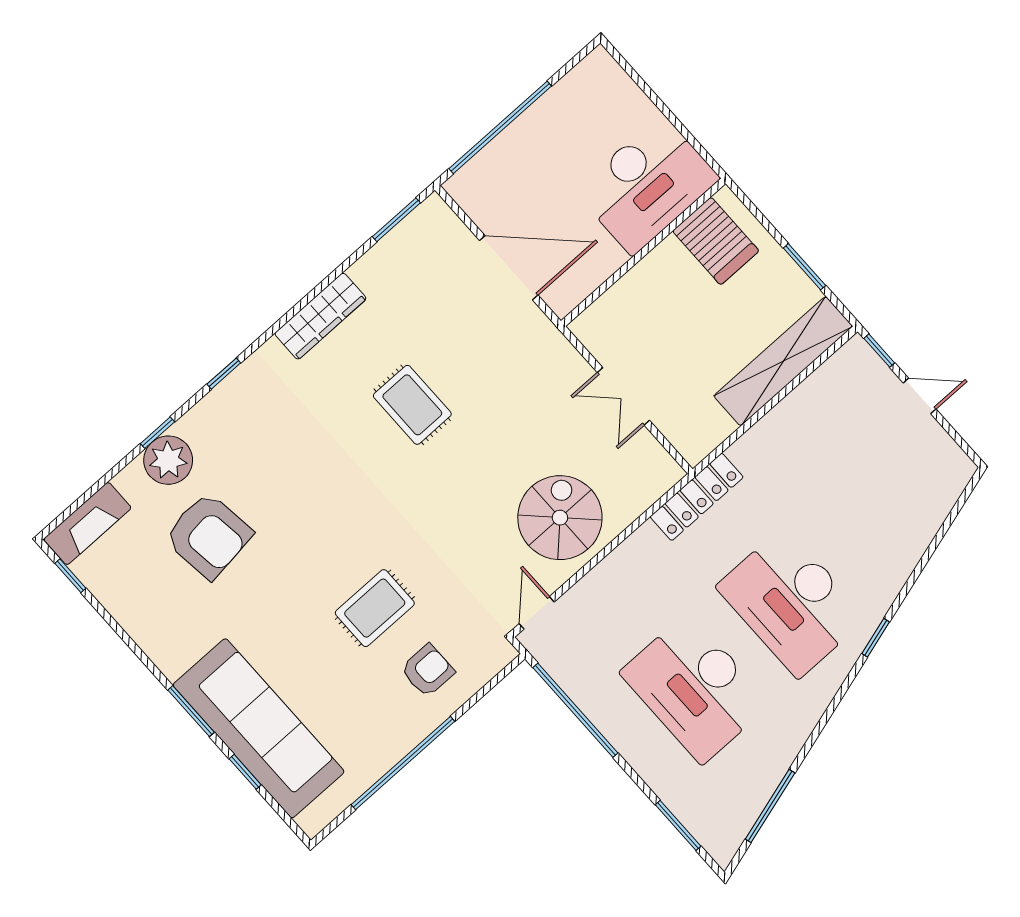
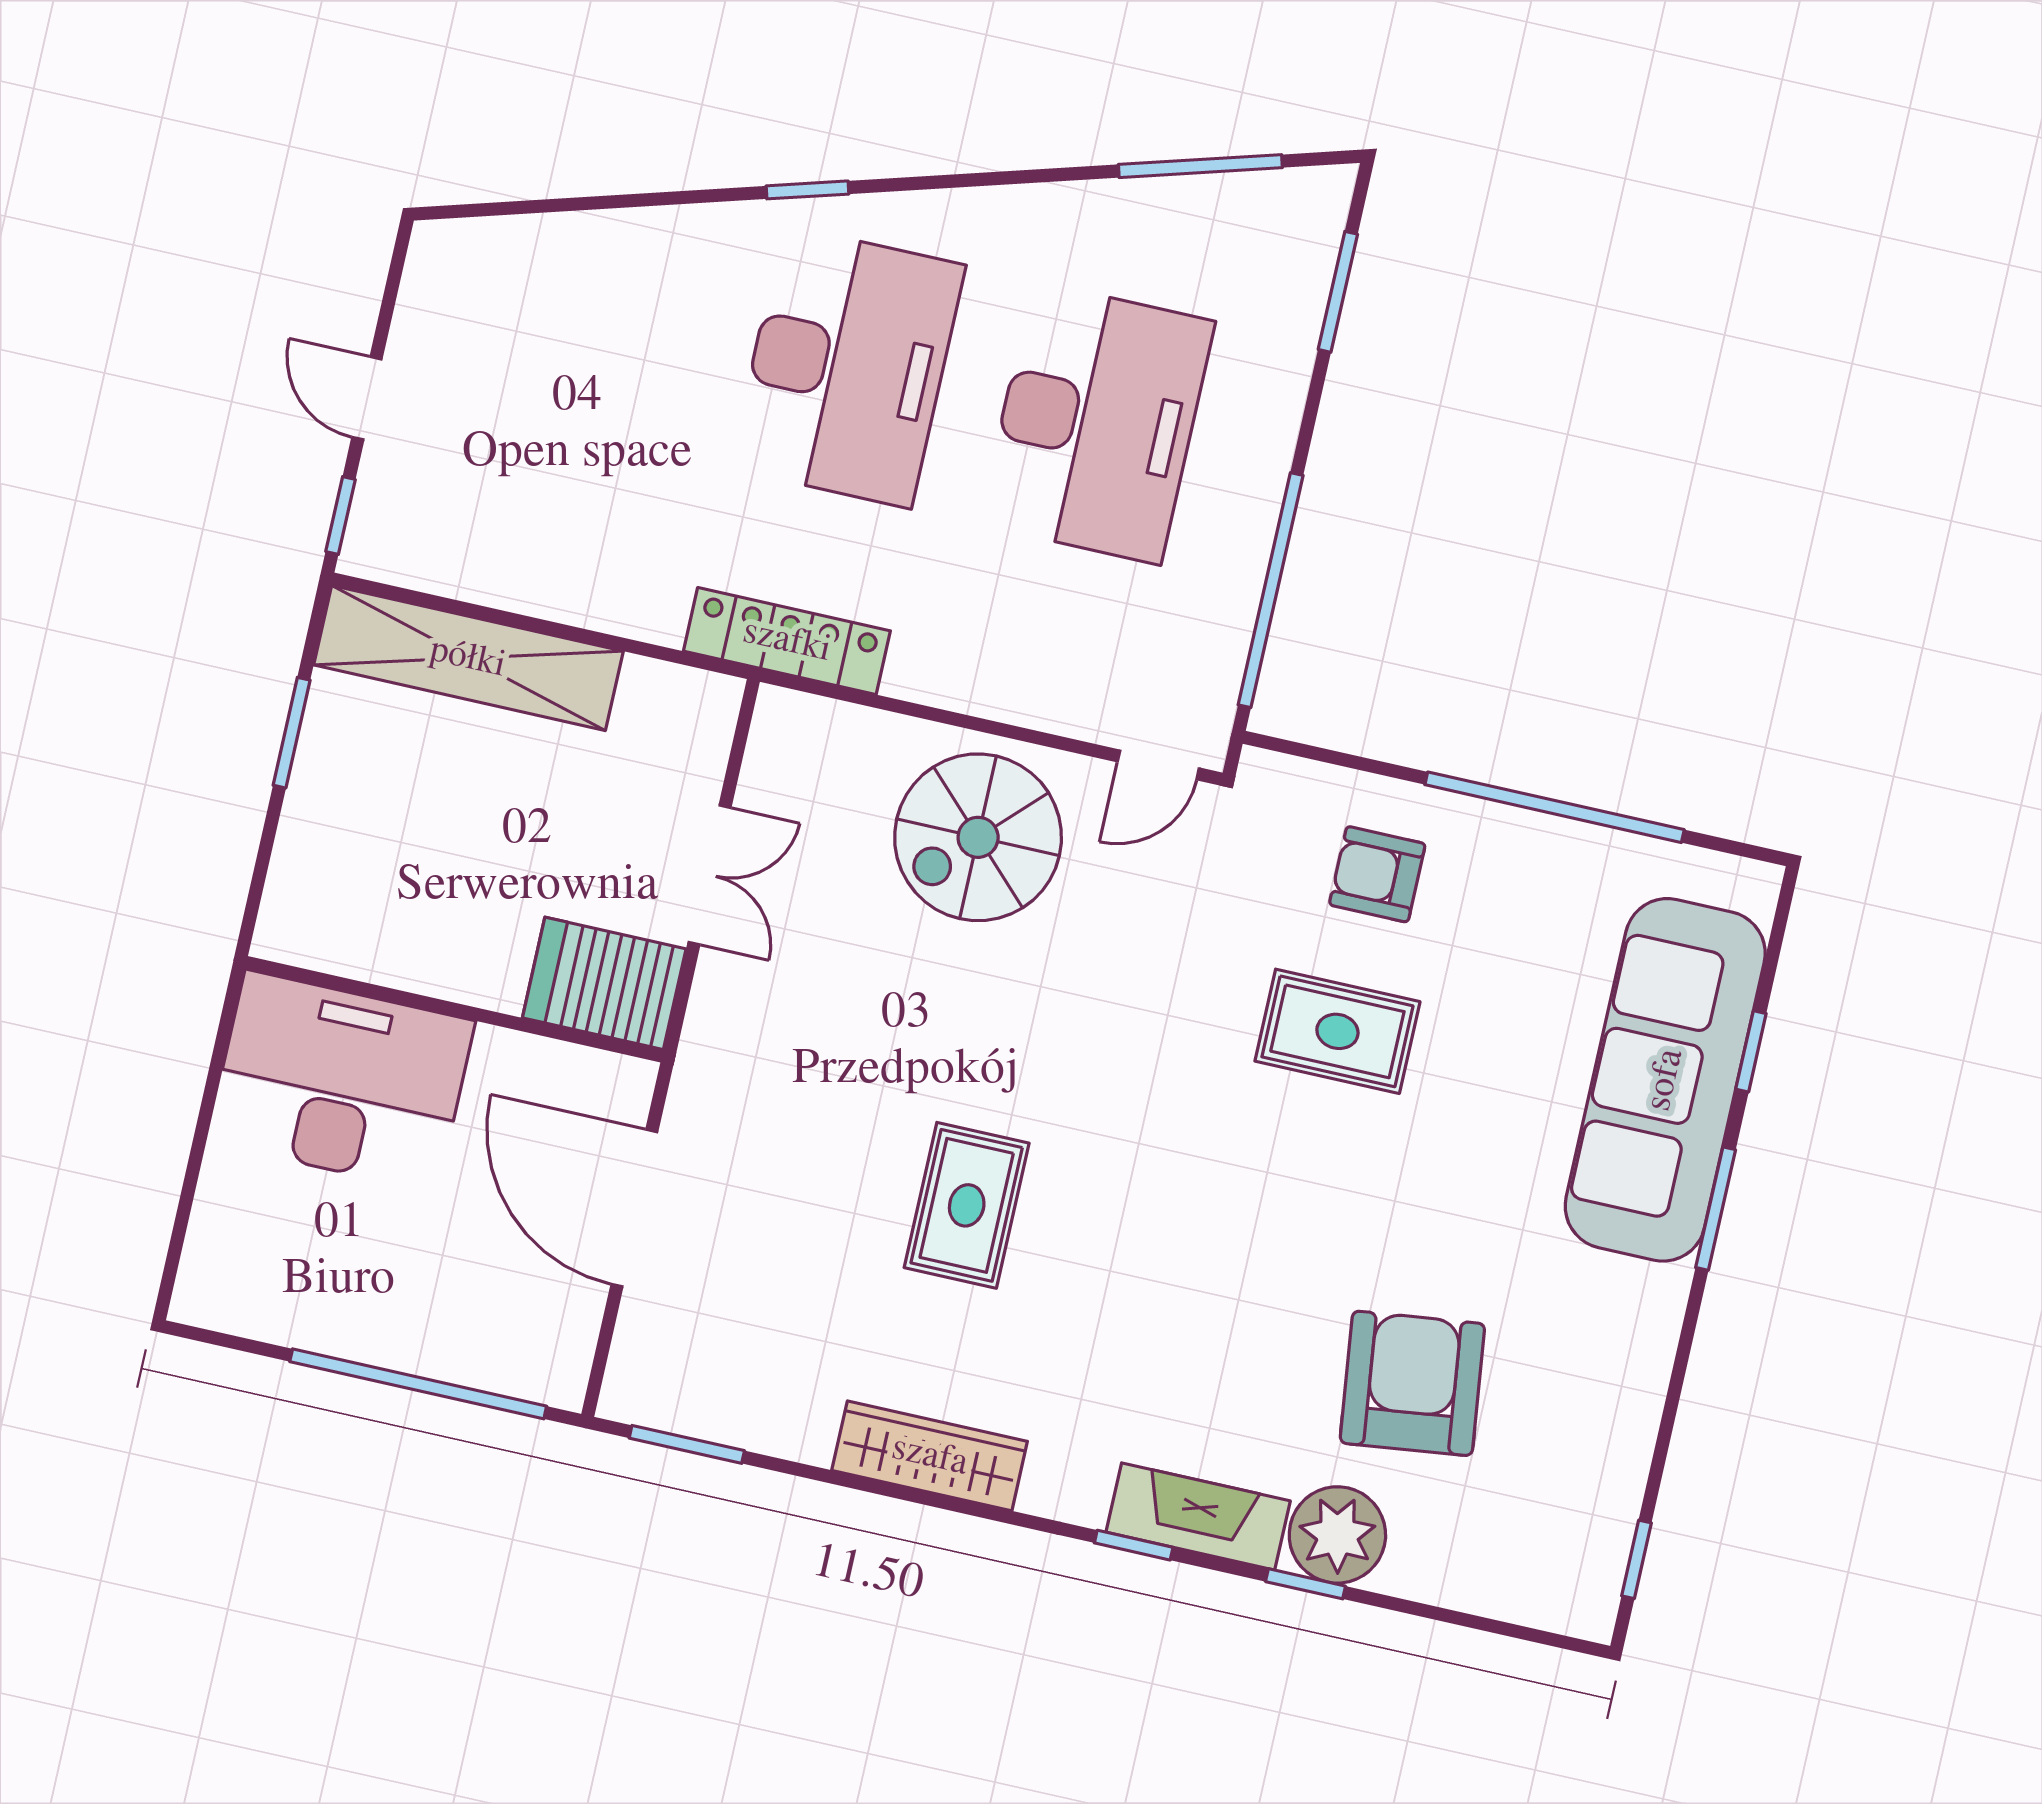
server rack: (716, 241) -> (604, 983), moved, turned -90
fireplace: (88, 524) -> (1198, 1516), moved

